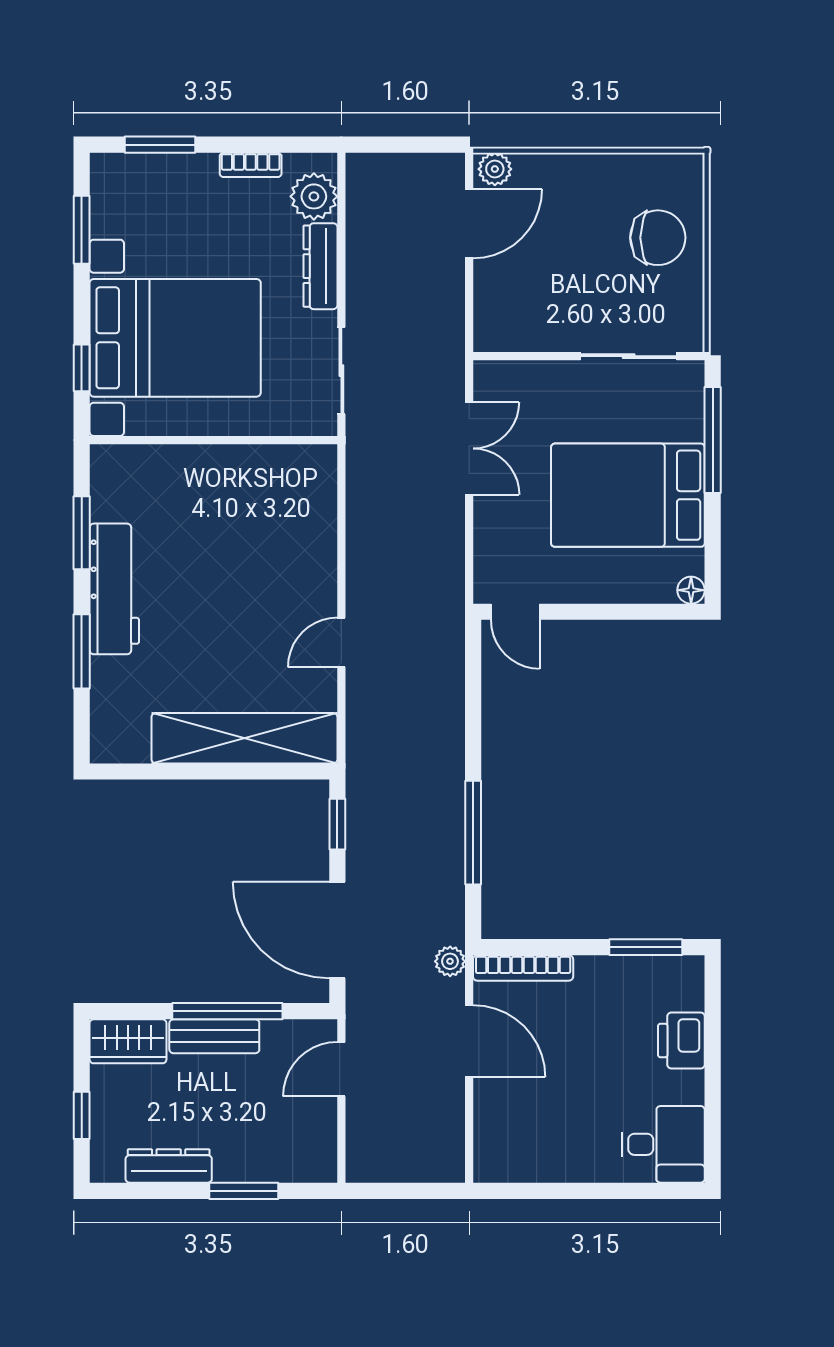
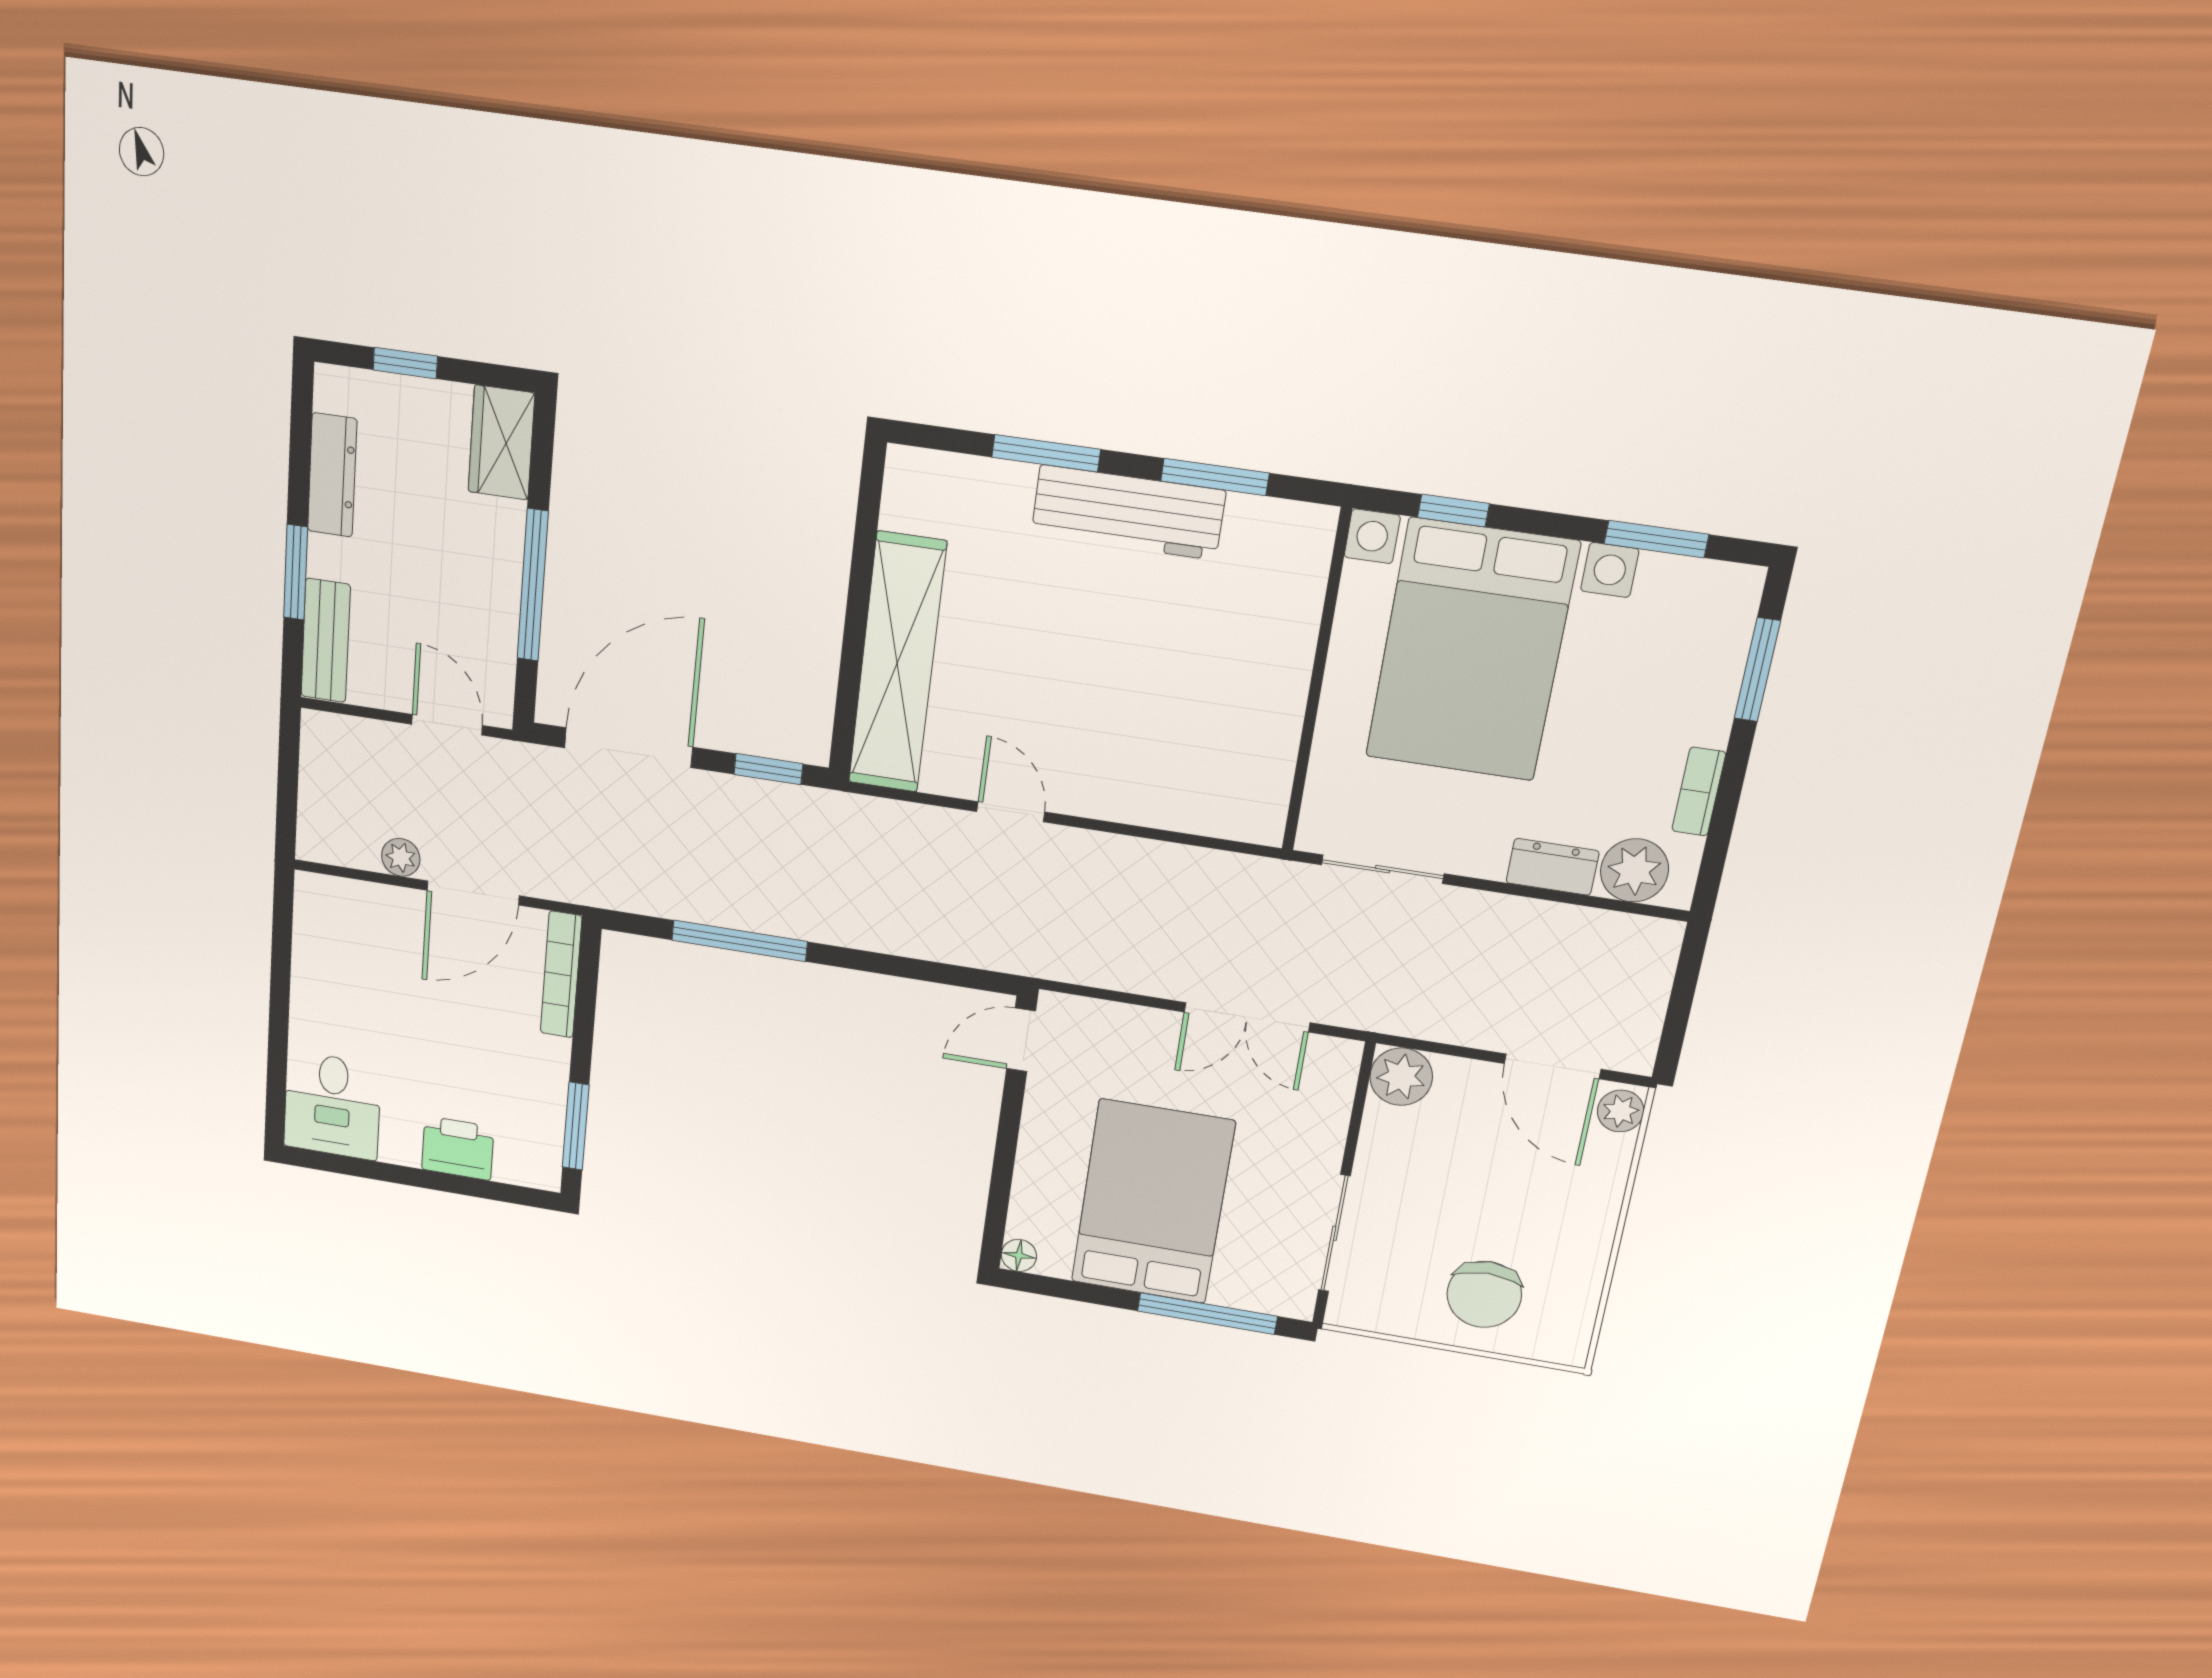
dresser: (320, 266) -> (1553, 867), width x0.70
plant: (496, 330) -> (1401, 1077), added
plant: (450, 961) -> (401, 857), moved
bench: (214, 1036) -> (326, 641), moved

